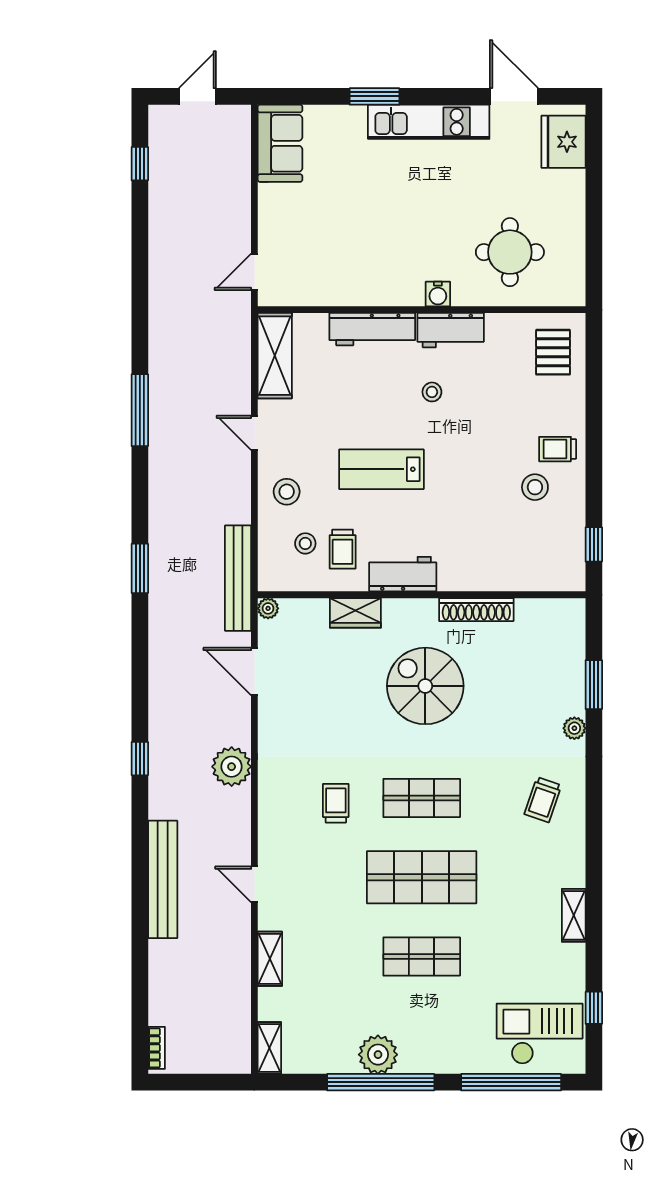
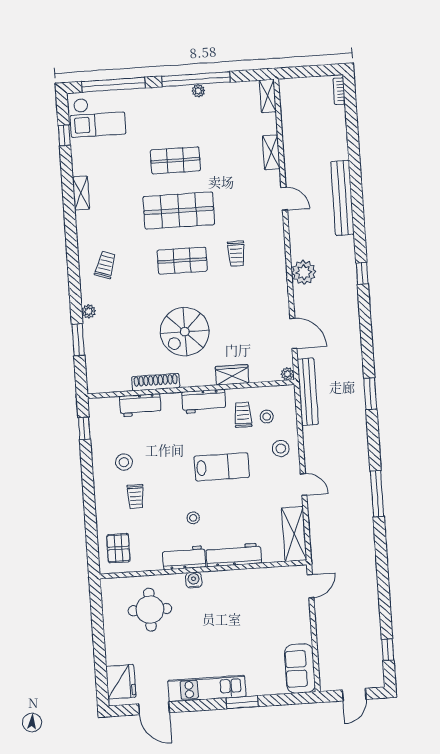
trolley: (558, 449) -> (136, 497), moved, turned 90
workbench: (503, 575) -> (140, 405), added
spiral stairs: (425, 686) -> (185, 332), turned 90
plant: (378, 1055) -> (198, 91), width x0.53, depth x0.53

